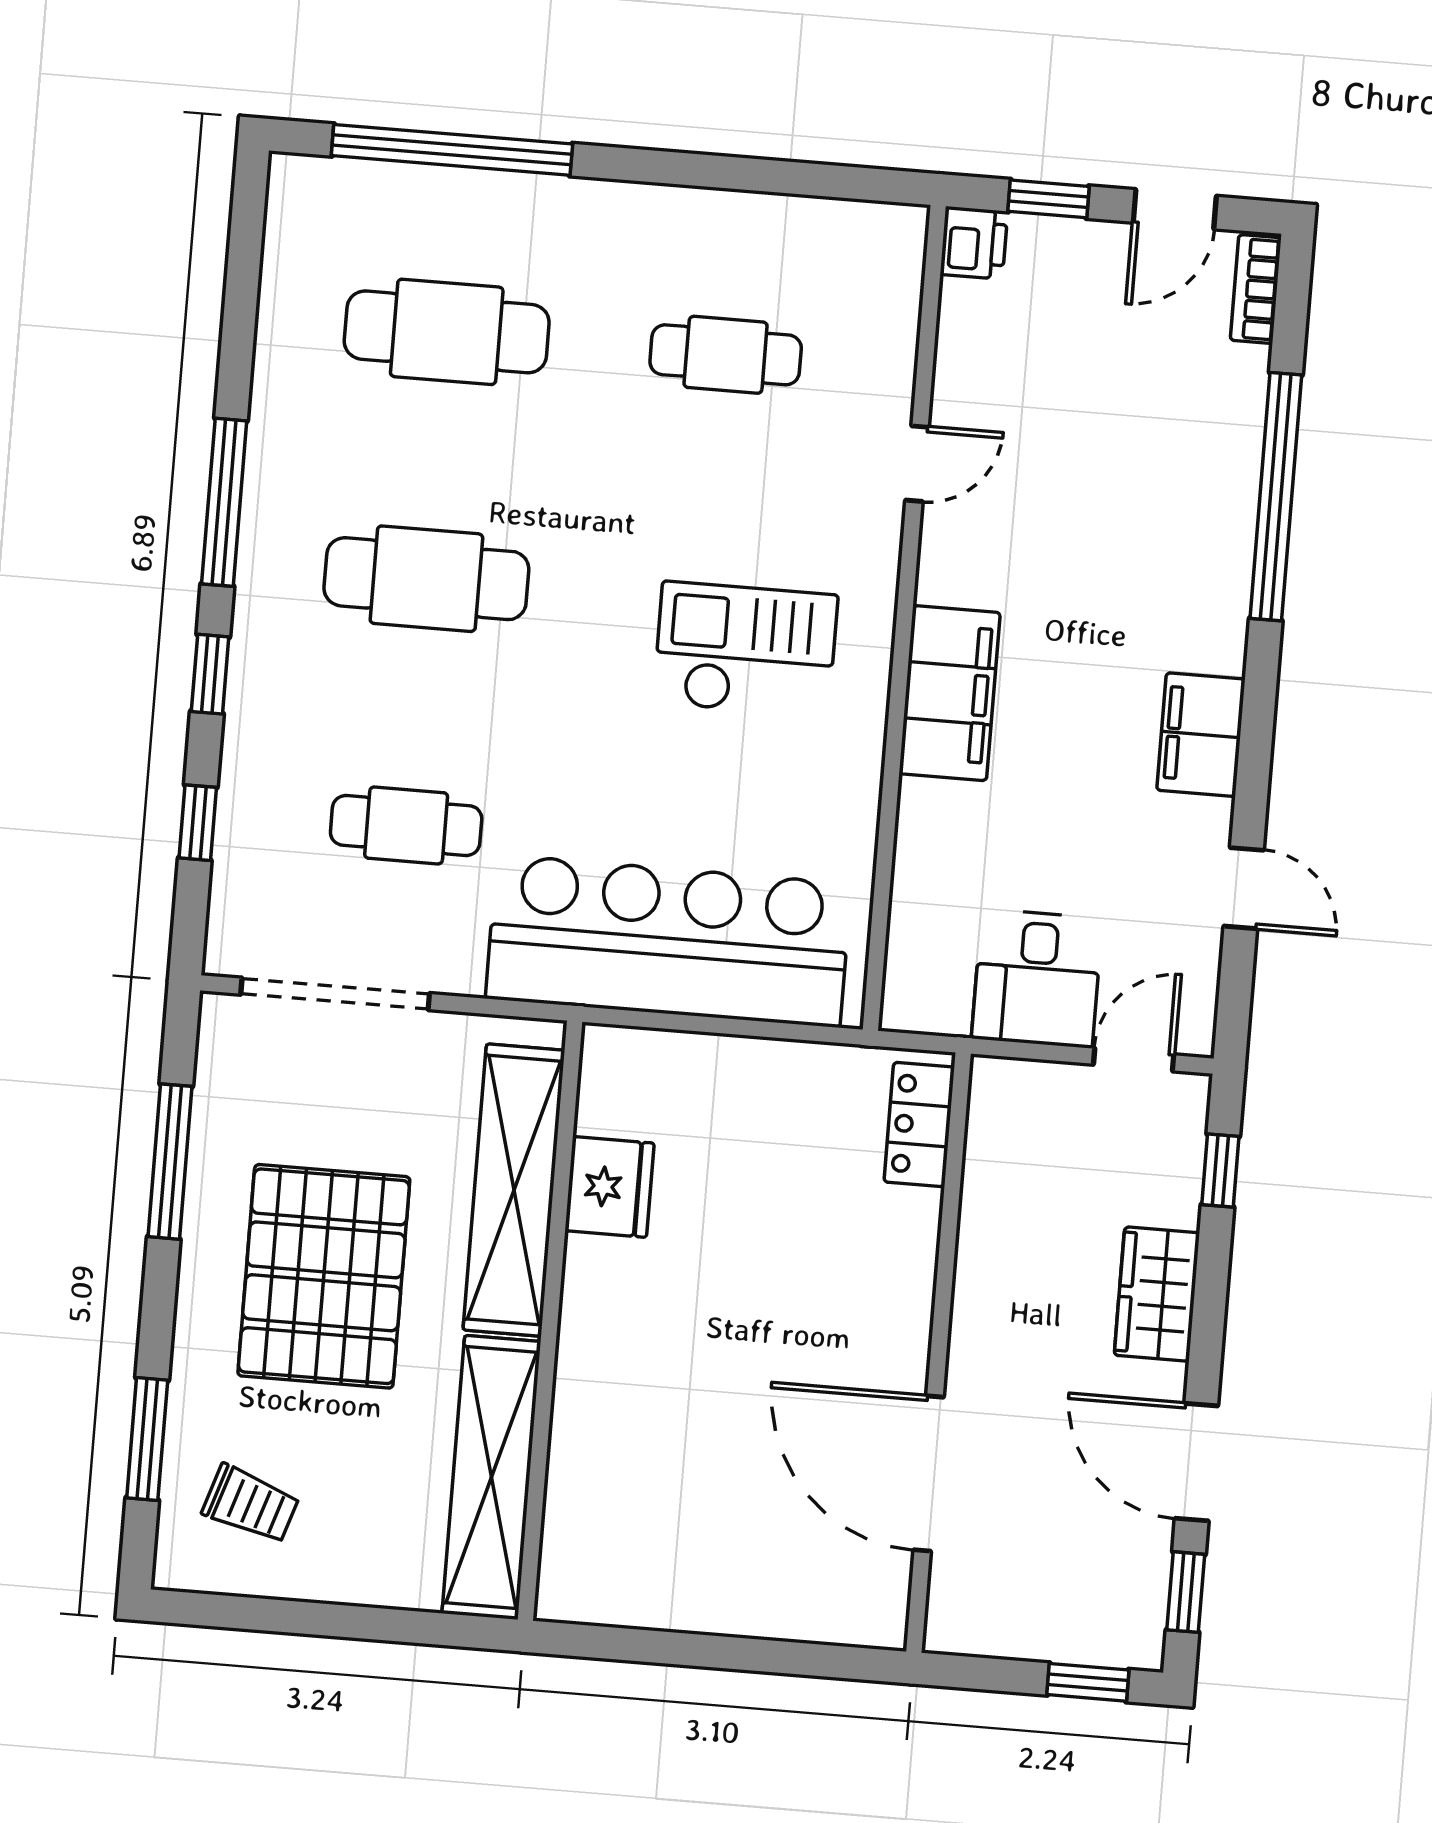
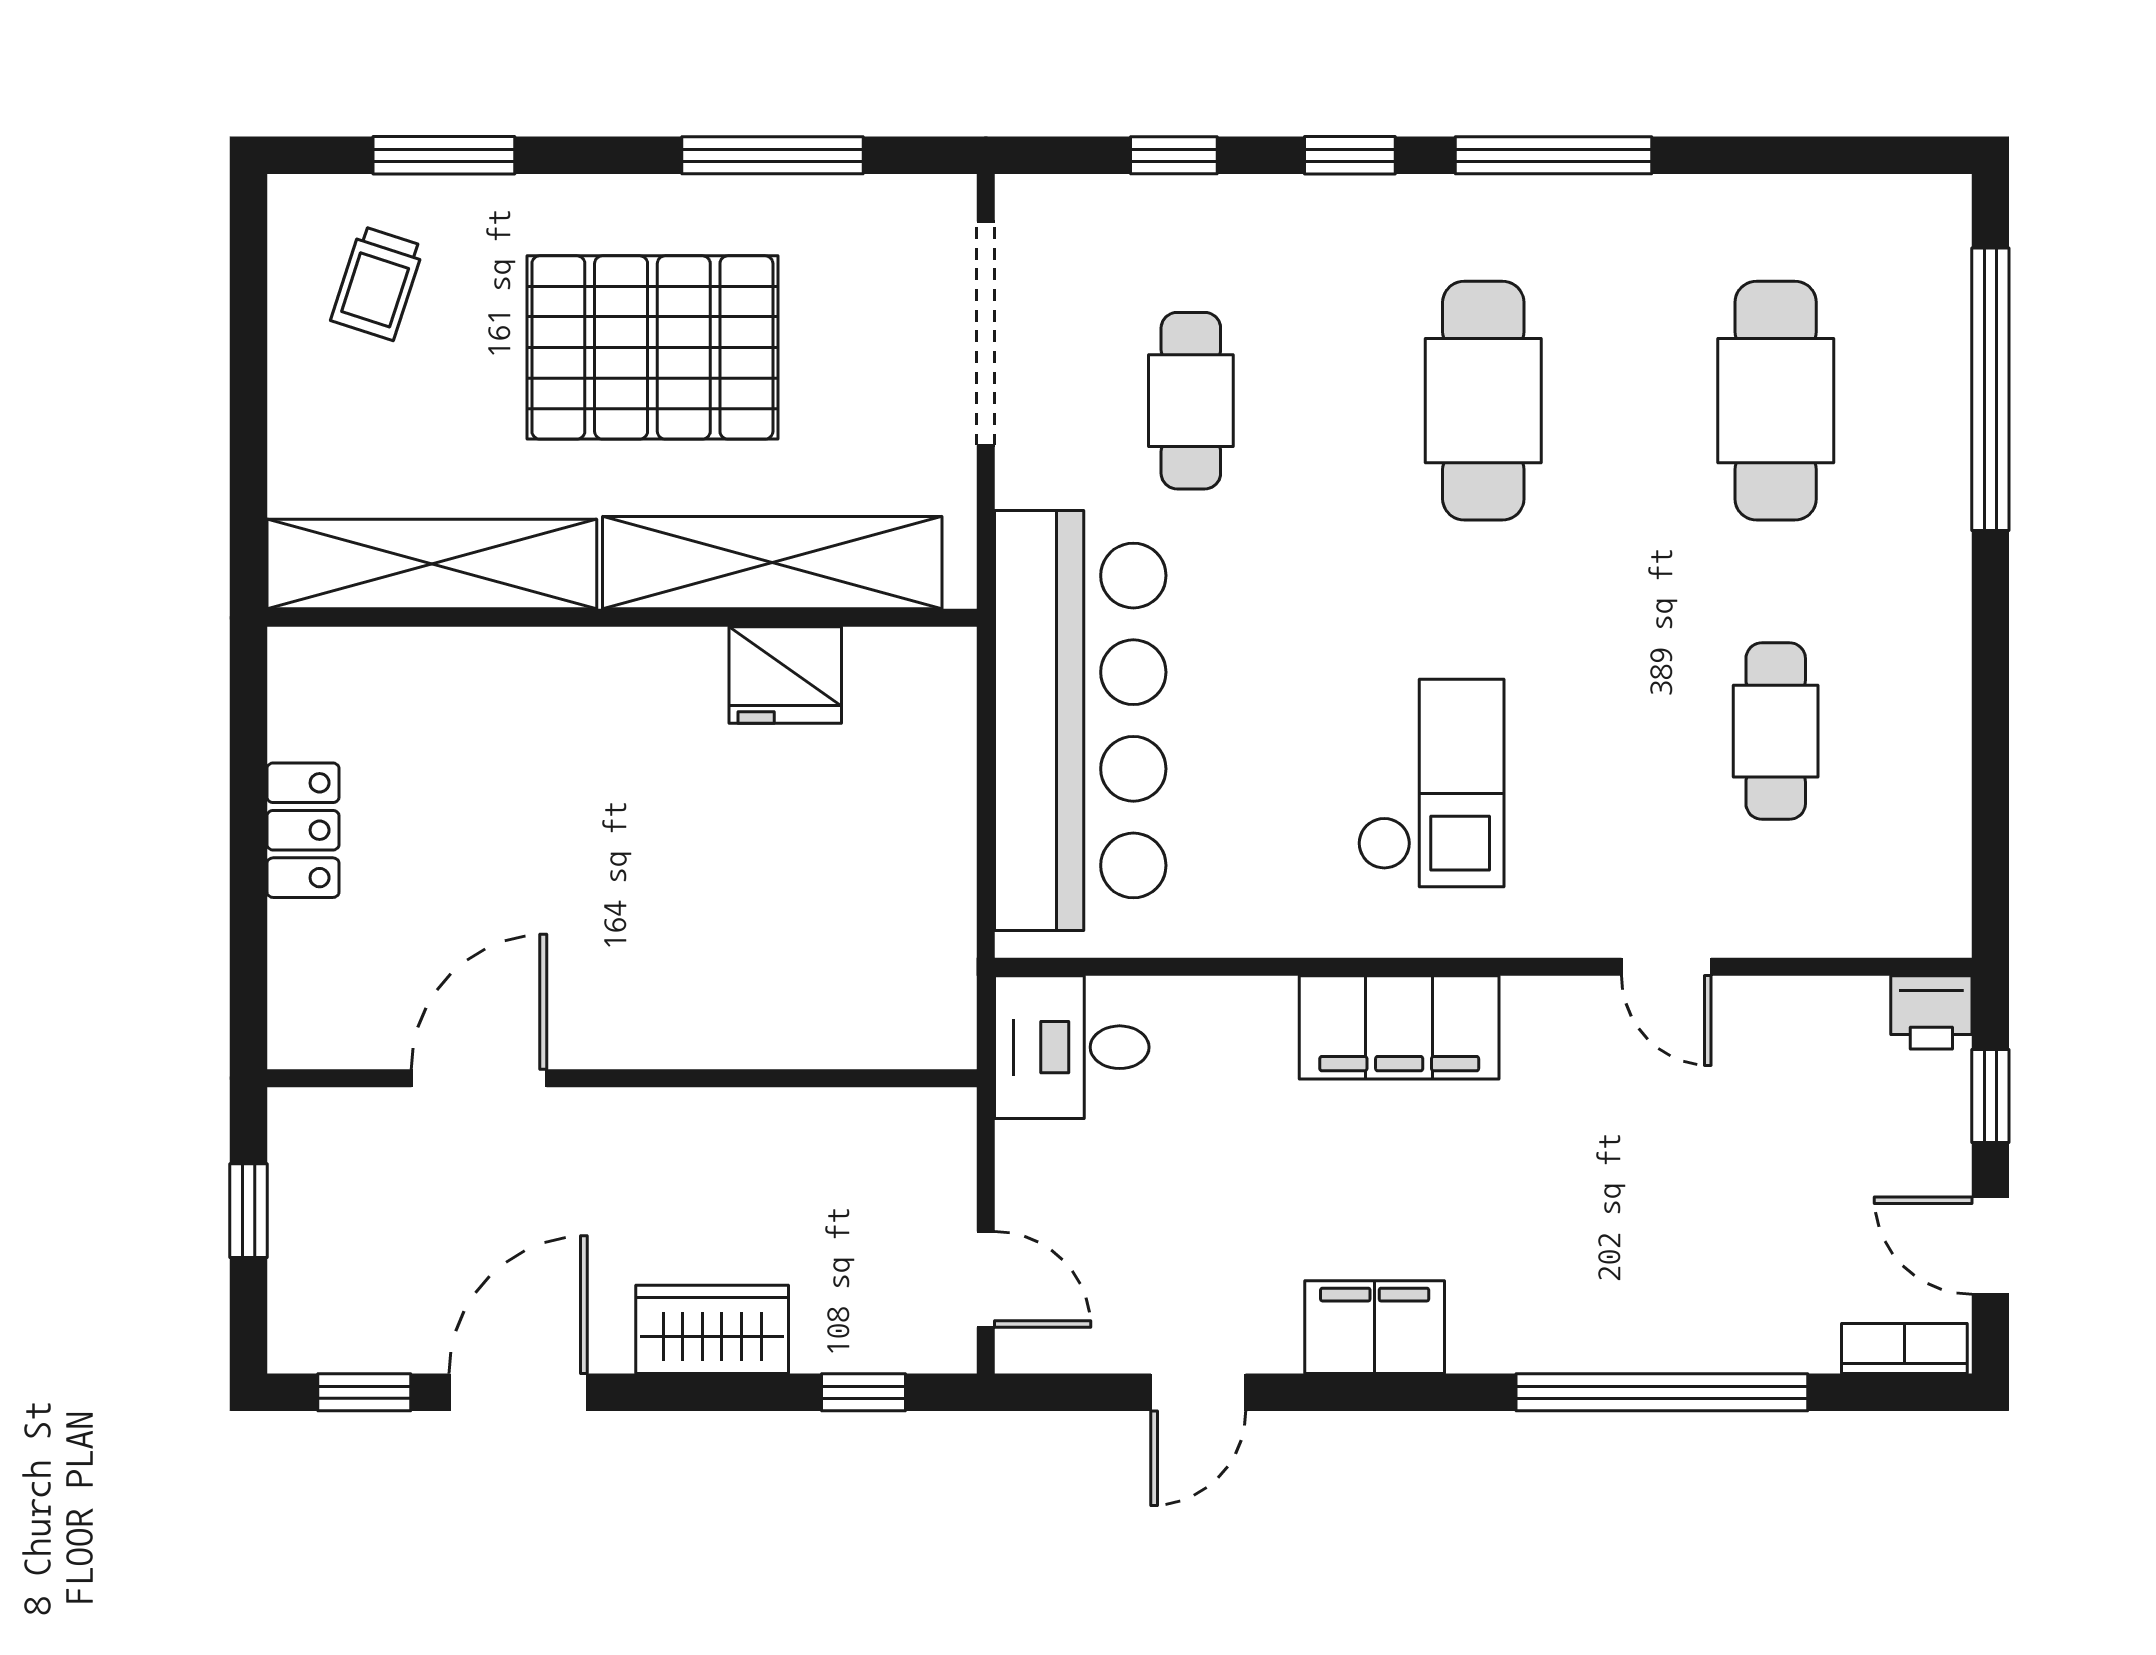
desk: (1037, 979) -> (1072, 1047), moved
locker: (919, 1125) -> (303, 830), moved, turned 90
door: (929, 1473) -> (479, 1078), width x0.73
window: (1088, 1682) -> (249, 1211), moved

